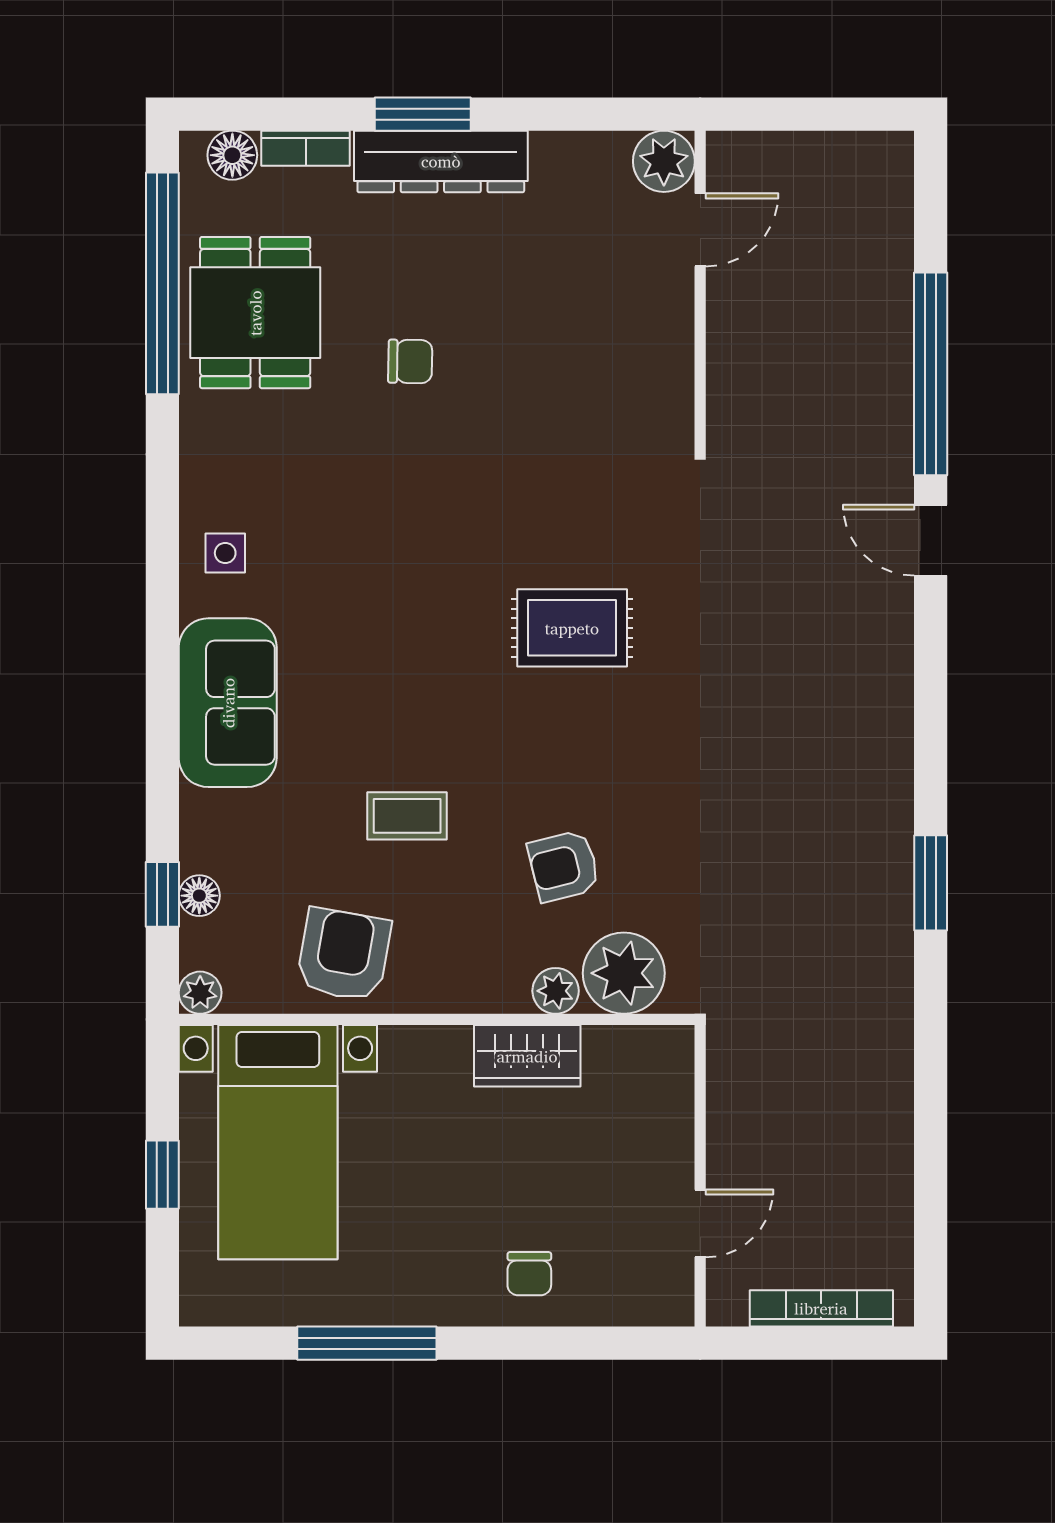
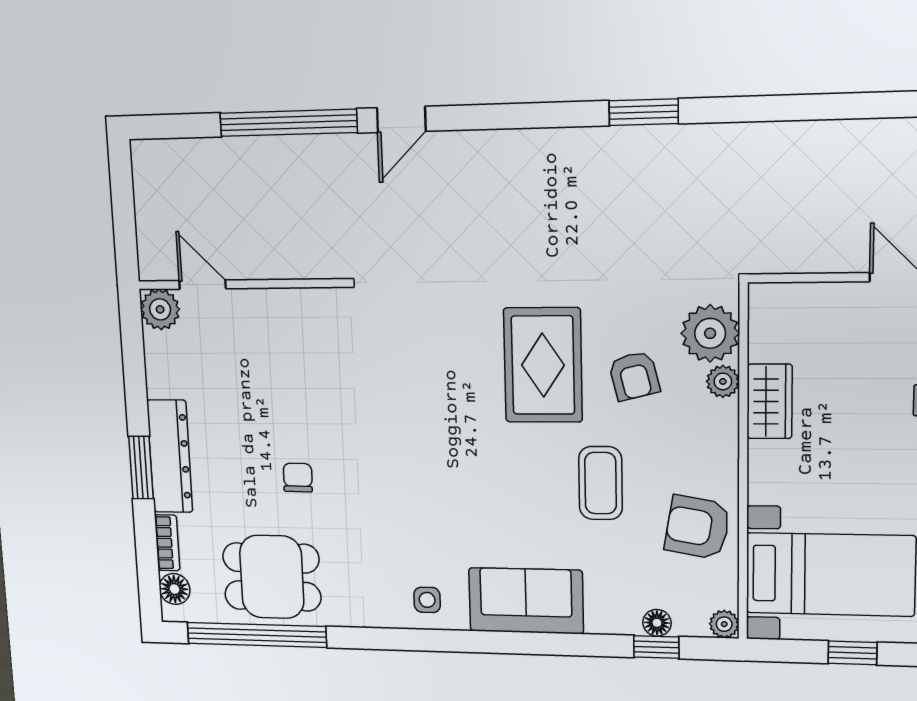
rug: (572, 628) -> (543, 365), moved, width x1.36, depth x1.43
coffee table: (407, 816) -> (601, 483), width x1.36, depth x1.30

